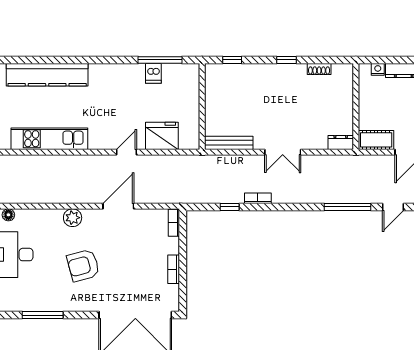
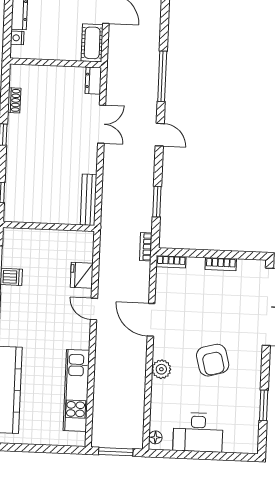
fridge: (162, 136) -> (82, 275), width x0.73, depth x0.75
double door: (283, 152) -> (102, 124), moved
bookcase: (258, 198) -> (146, 247), moved
window: (230, 207) -> (157, 202), width x1.50
door: (393, 207) -> (160, 135), moved
window: (43, 315) -> (264, 405), width x0.69

